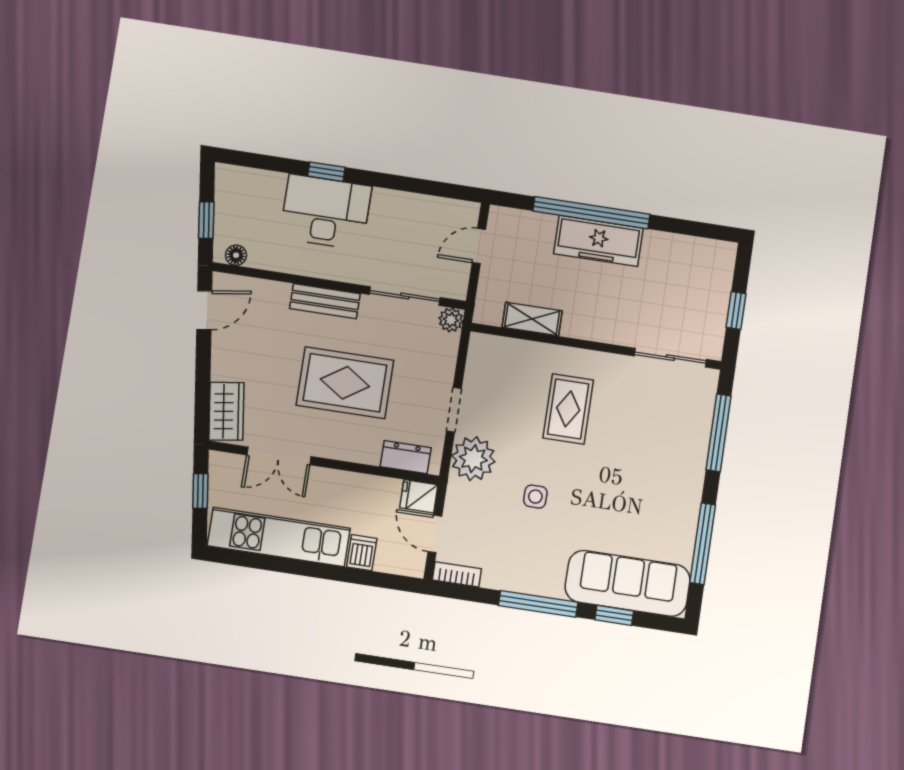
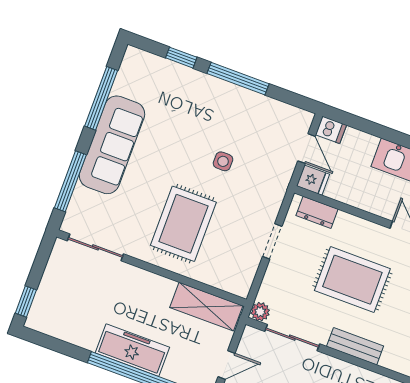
window: (736, 310) -> (26, 302), moved
shelving: (532, 319) -> (206, 307), width x1.50, depth x1.33
rug: (568, 409) -> (183, 224), width x1.36, depth x1.43
plant: (473, 459) -> (265, 200), removed
dishwasher: (362, 553) -> (331, 130), moved, turned -90
bookcase: (457, 574) -> (296, 114), removed
sofa: (628, 583) -> (112, 145), moved, turned -90

